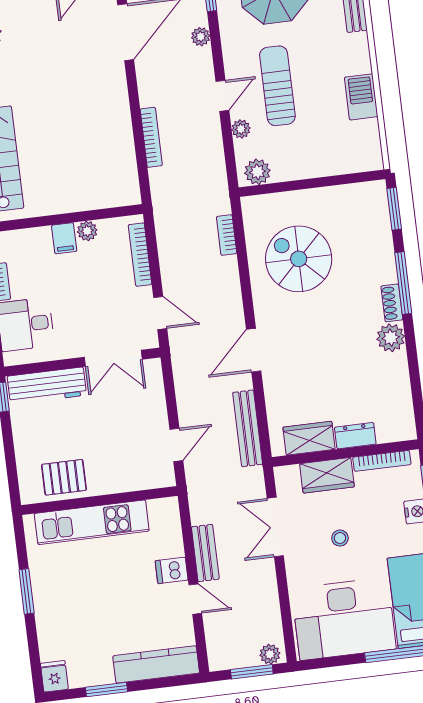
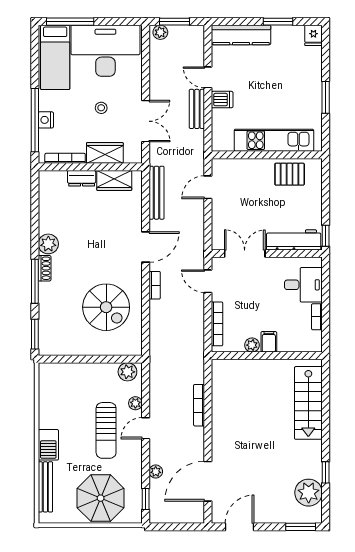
barbecue: (361, 97) -> (48, 445), moved
bookcase: (227, 235) -> (155, 285), moved

